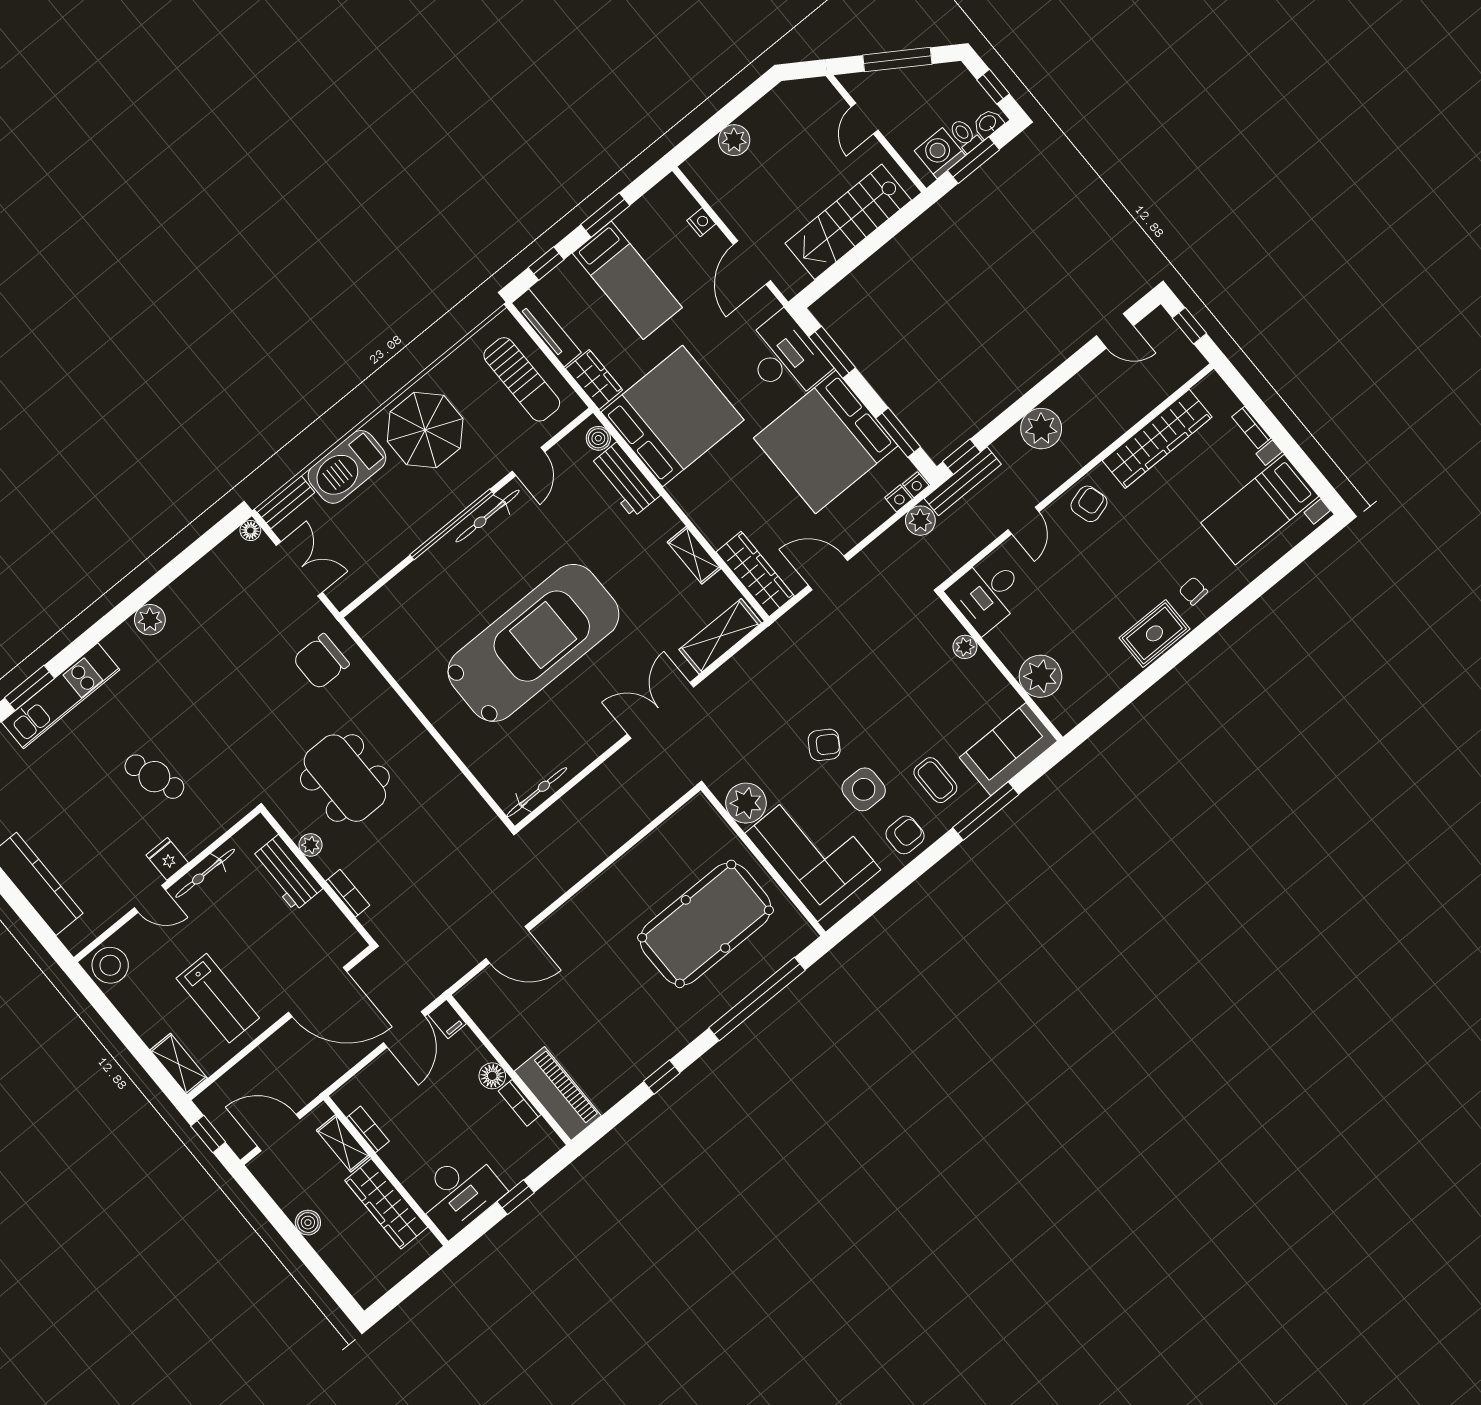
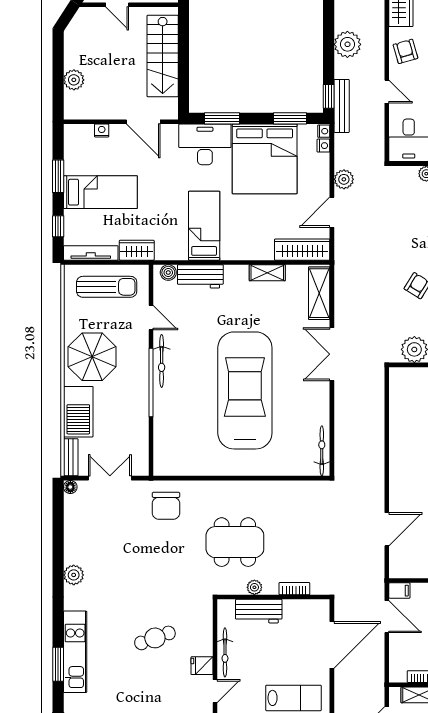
bed: (673, 416) -> (204, 226), width x0.49
plant: (920, 521) -> (344, 179), moved

